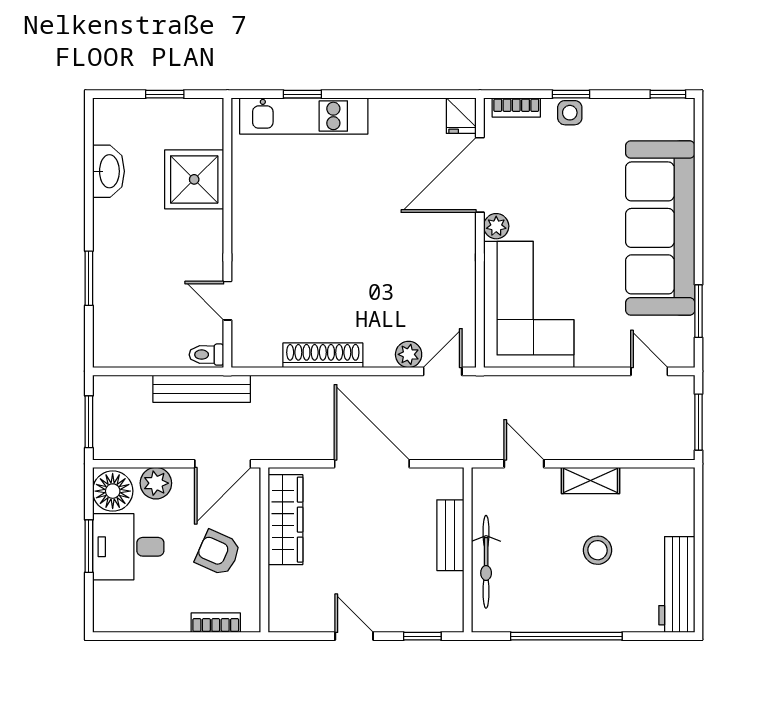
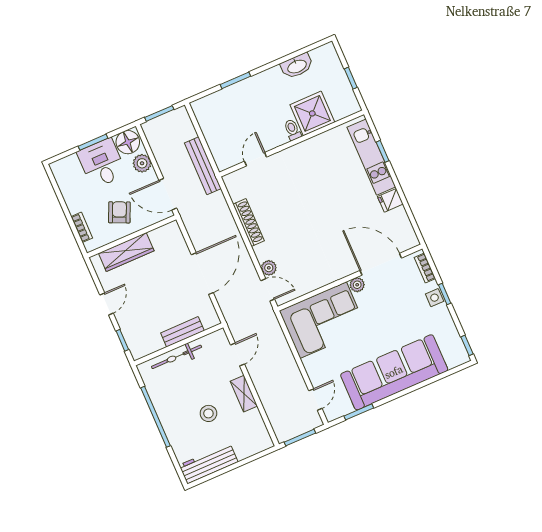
fridge: (461, 116) -> (390, 200), moved
toilet: (206, 355) -> (292, 130), moved
wardrobe: (285, 520) -> (126, 252), moved

